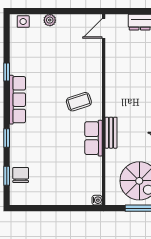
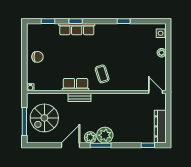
row of seats: (17, 100) -> (77, 29), moved
chair: (21, 175) -> (37, 57), moved

